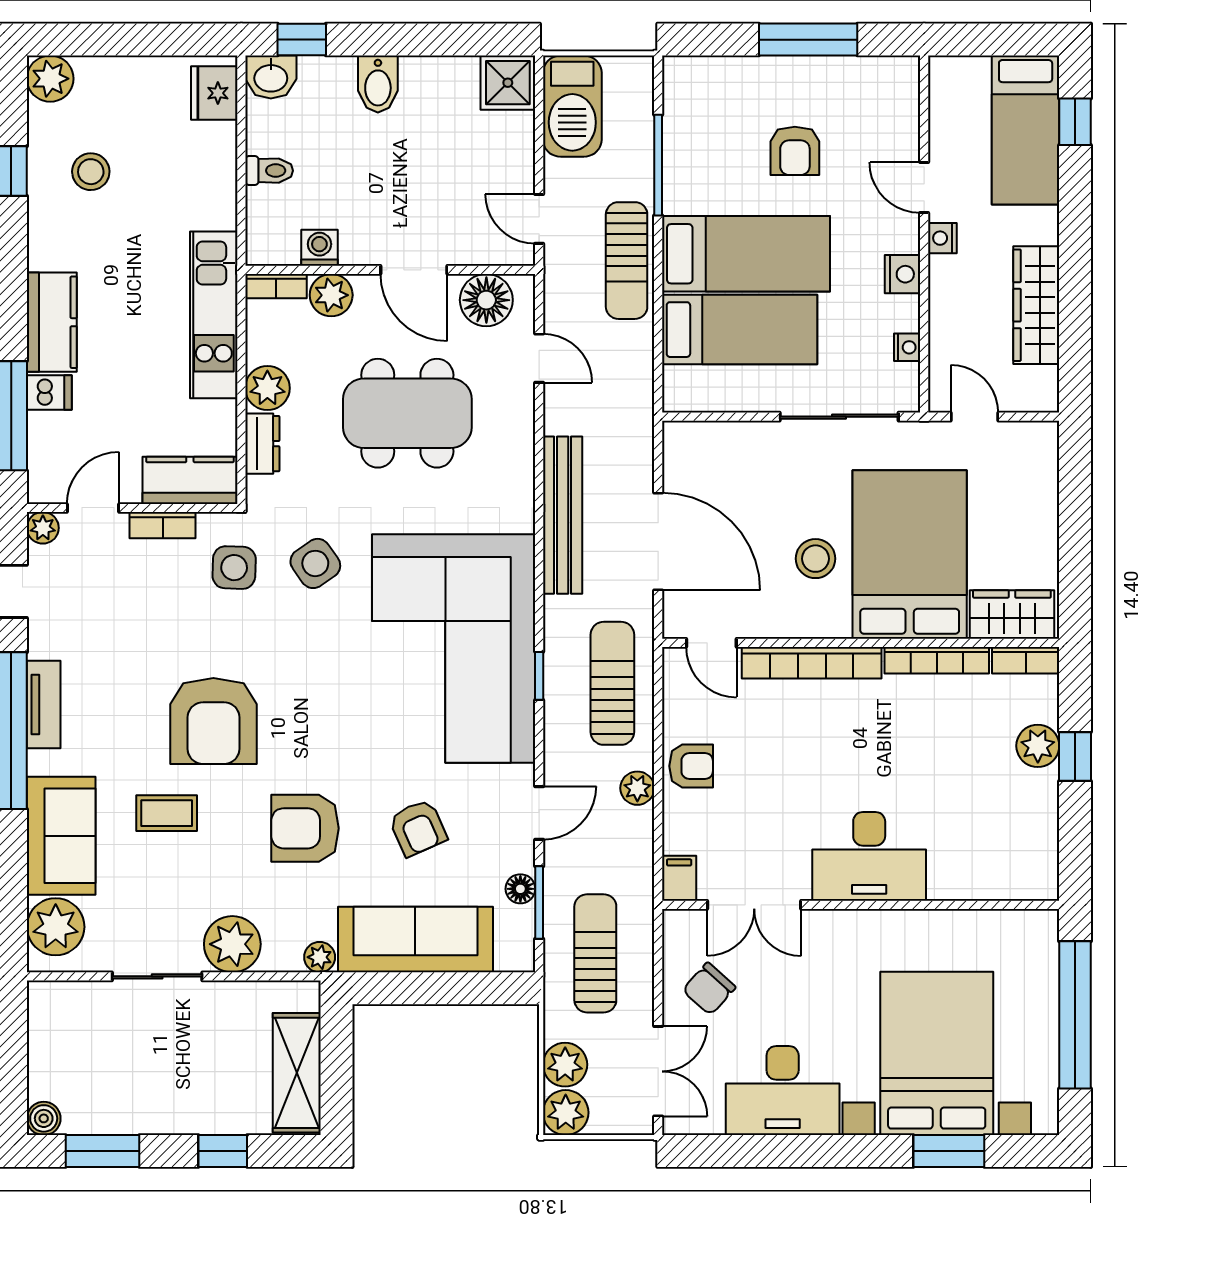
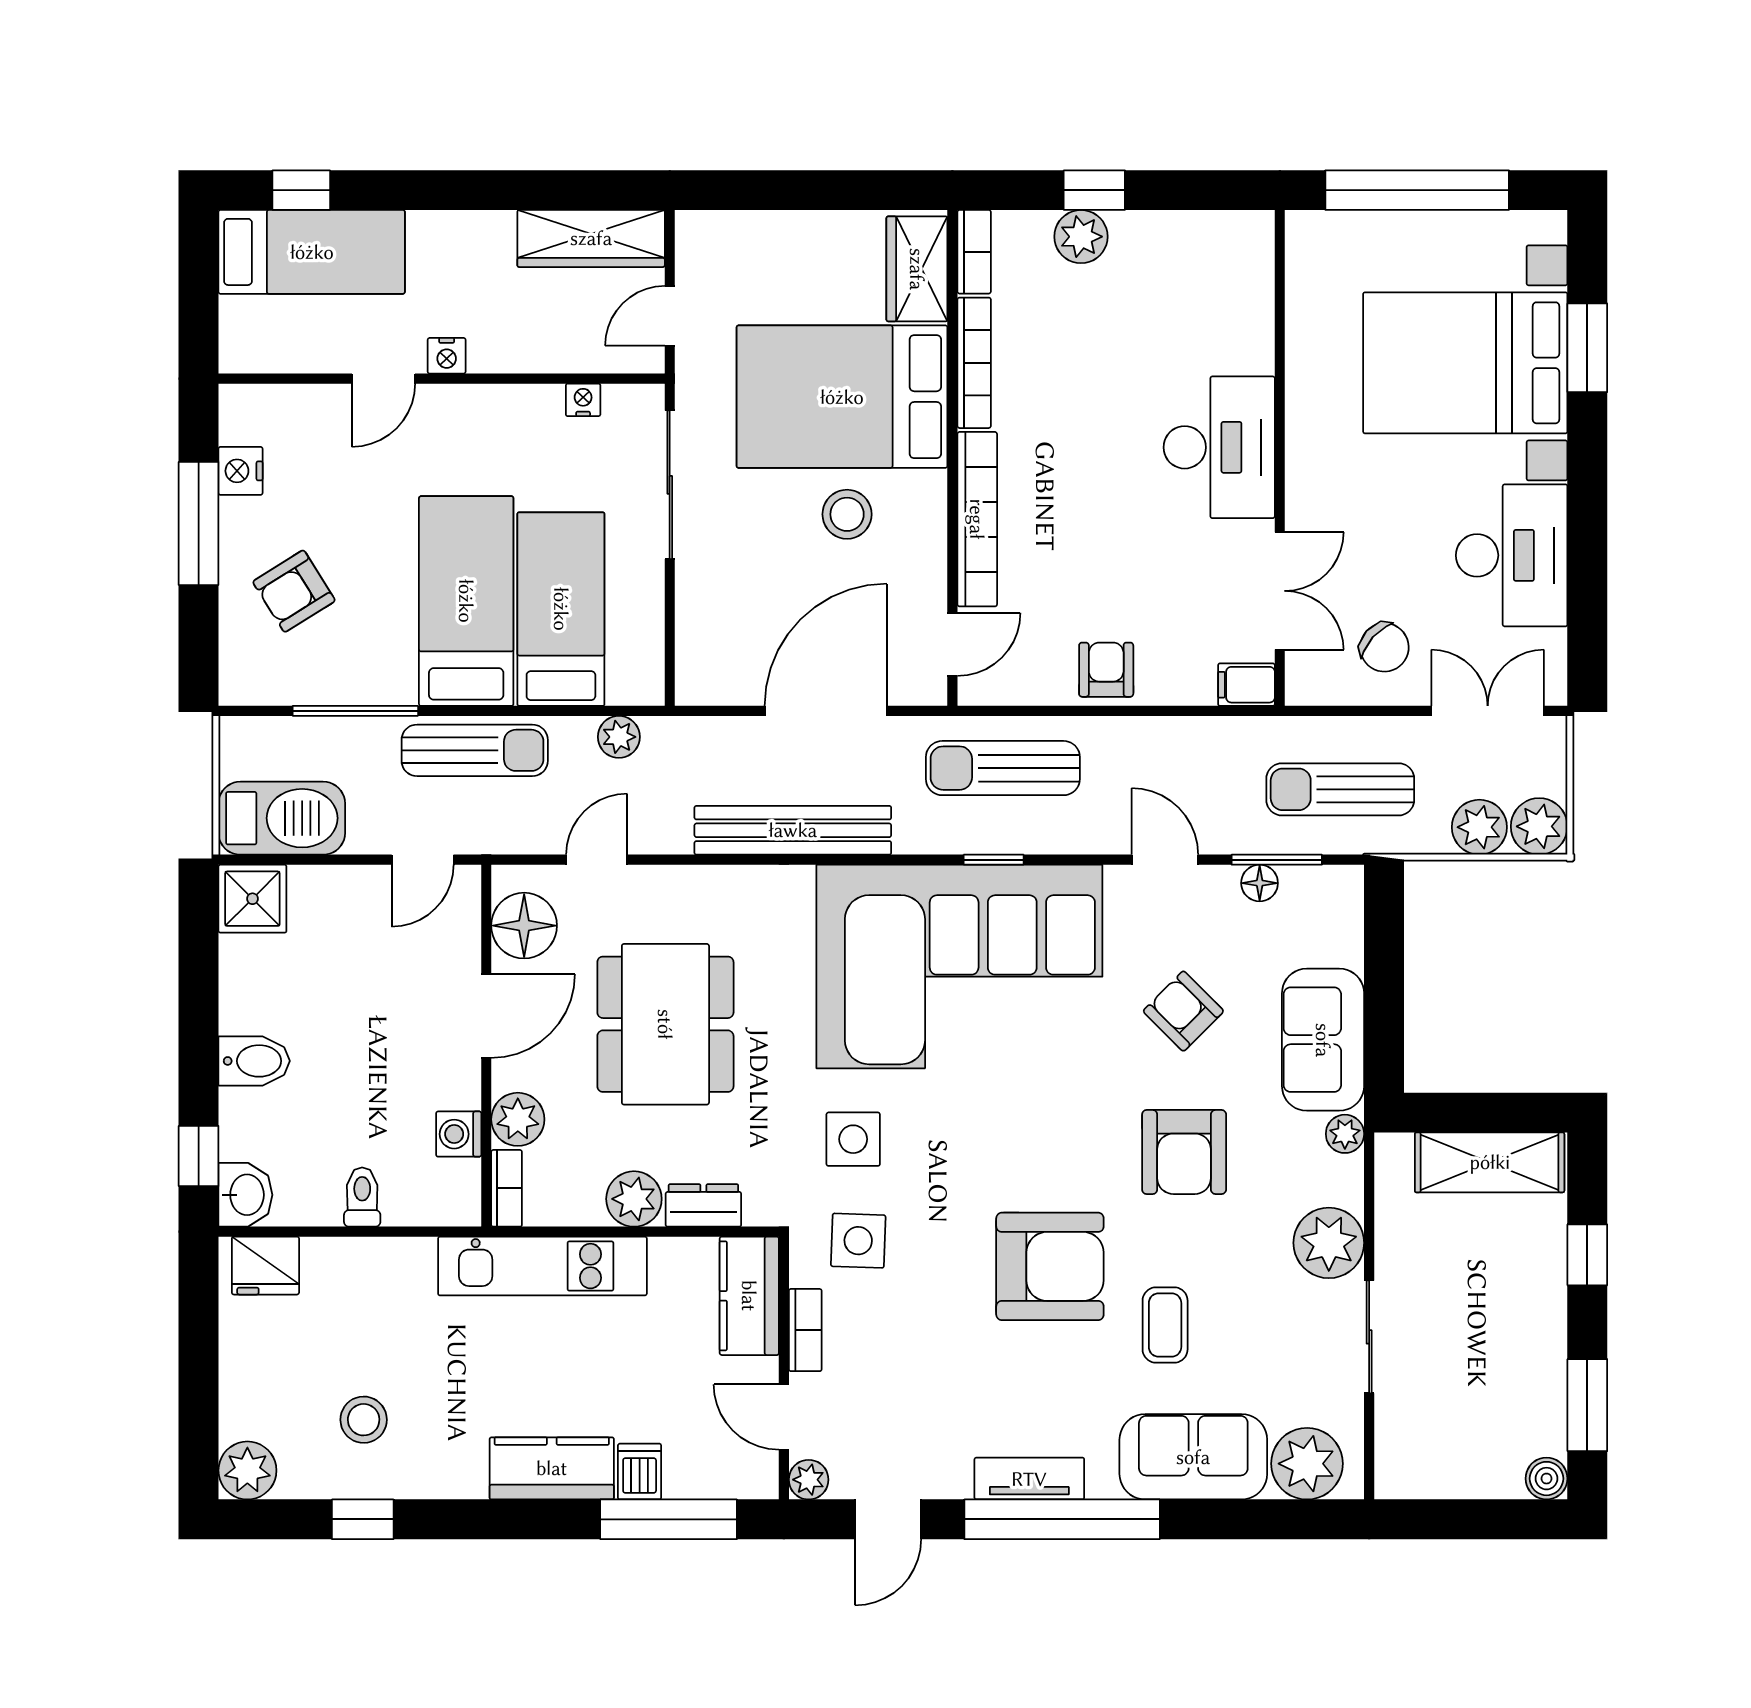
armchair: (795, 151) -> (294, 591), moved, turned 148
nightstand: (902, 274) -> (241, 471), moved, turned -90
wardrobe: (1036, 305) -> (591, 238), moved
side table: (315, 563) -> (853, 1139), turned 35
plant: (637, 788) -> (619, 737), moved
armchair: (418, 828) -> (1183, 1011), turned -111
sofa: (415, 940) -> (1323, 1040), width x0.73

